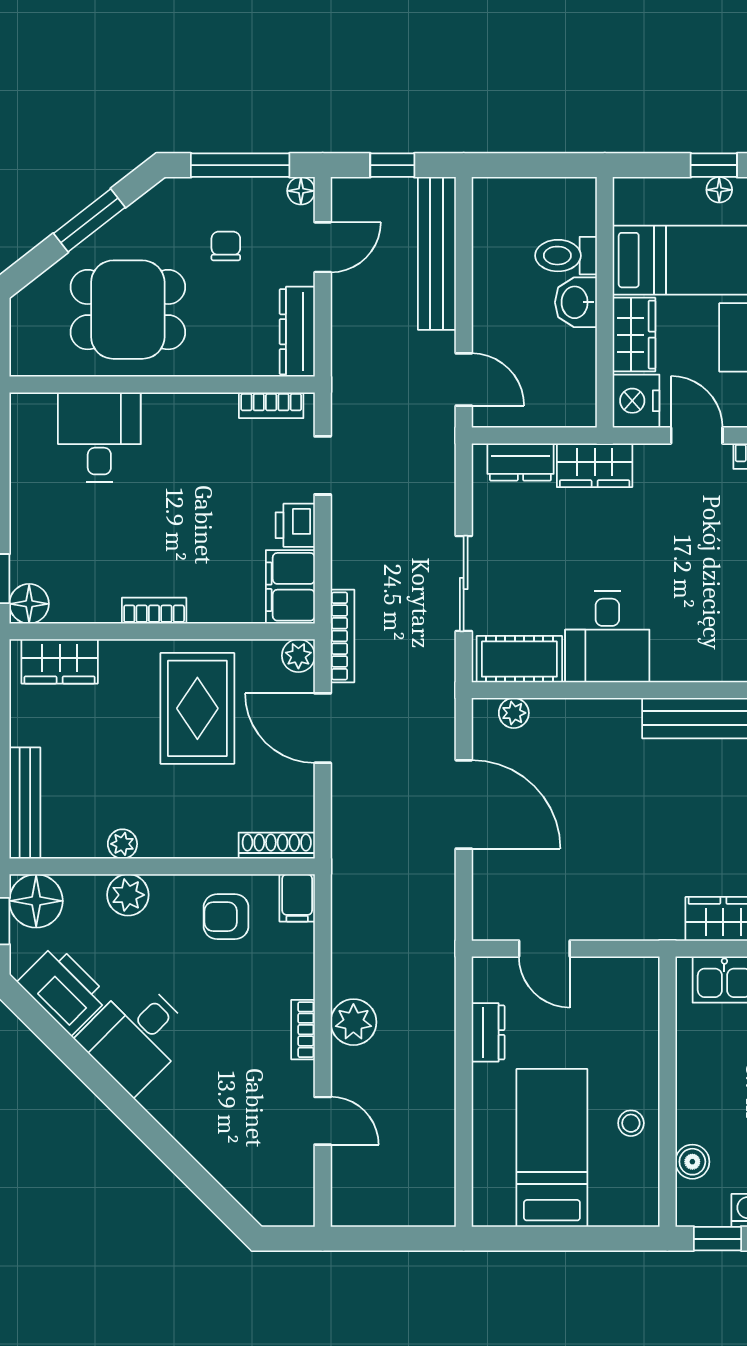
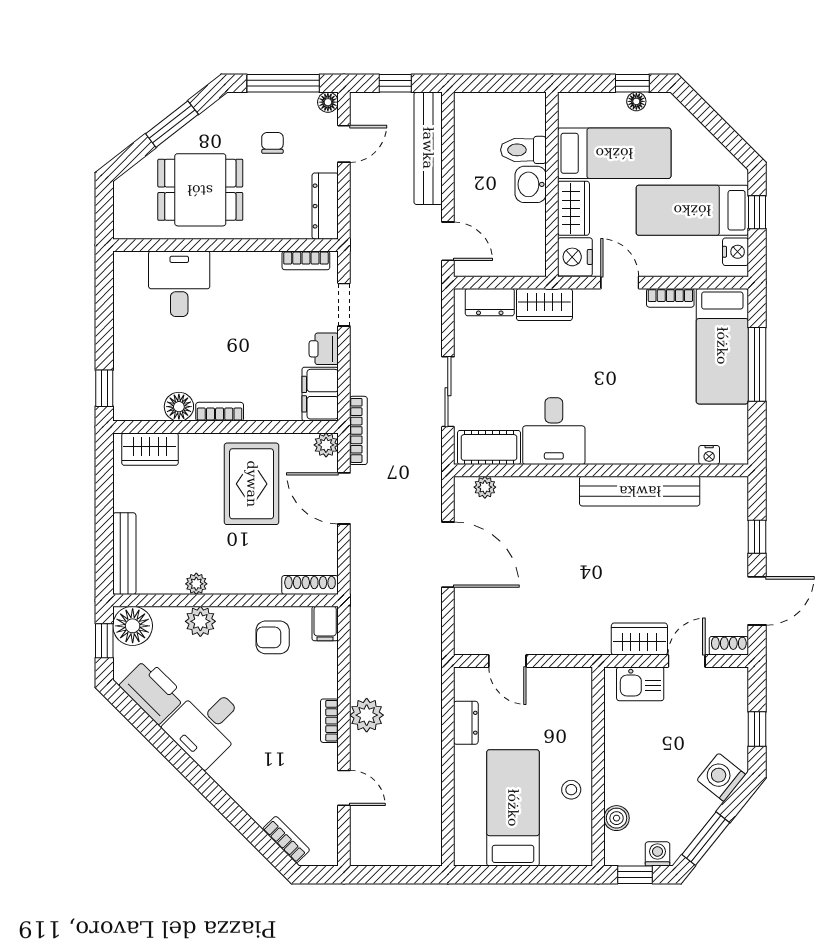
floor lamp: (29, 604) -> (179, 407), moved
bookcase: (244, 1191) -> (286, 840), added

